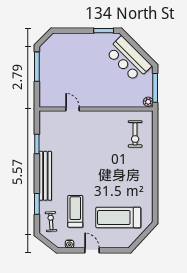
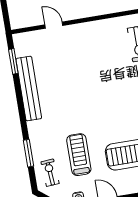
window: (37, 144) -> (13, 61), moved
bench: (45, 176) -> (29, 89), moved

